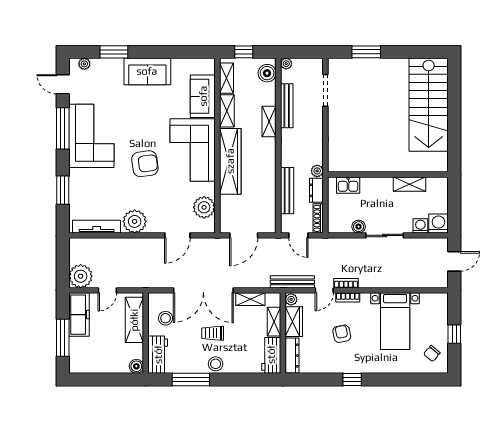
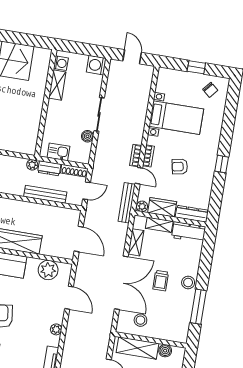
kitchen sink: (348, 185) -> (58, 152), moved, turned -90
plant: (135, 221) -> (56, 329), width x0.53, depth x0.53
washing machine: (420, 226) -> (61, 63), moved, turned 180
workbench: (158, 355) -> (171, 332), removed
boiler: (136, 366) -> (165, 351), moved

